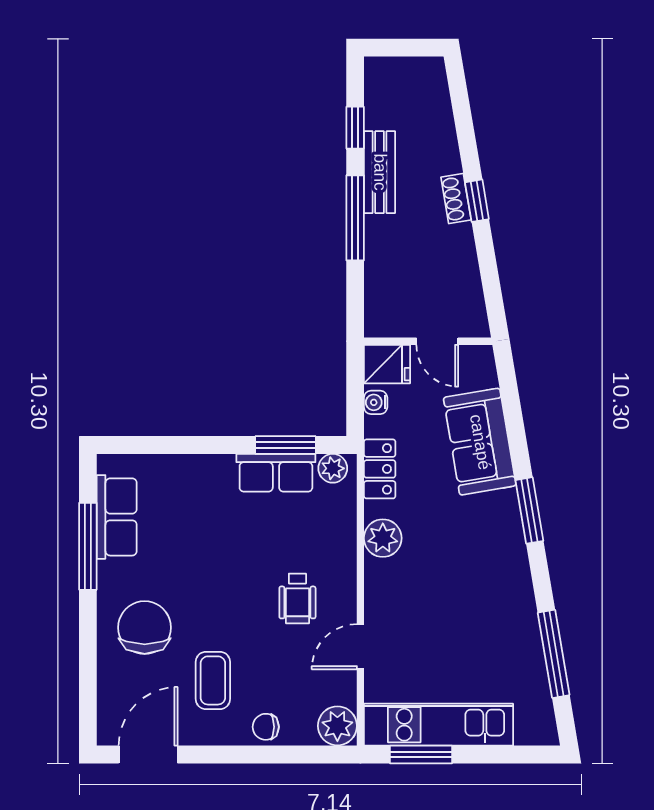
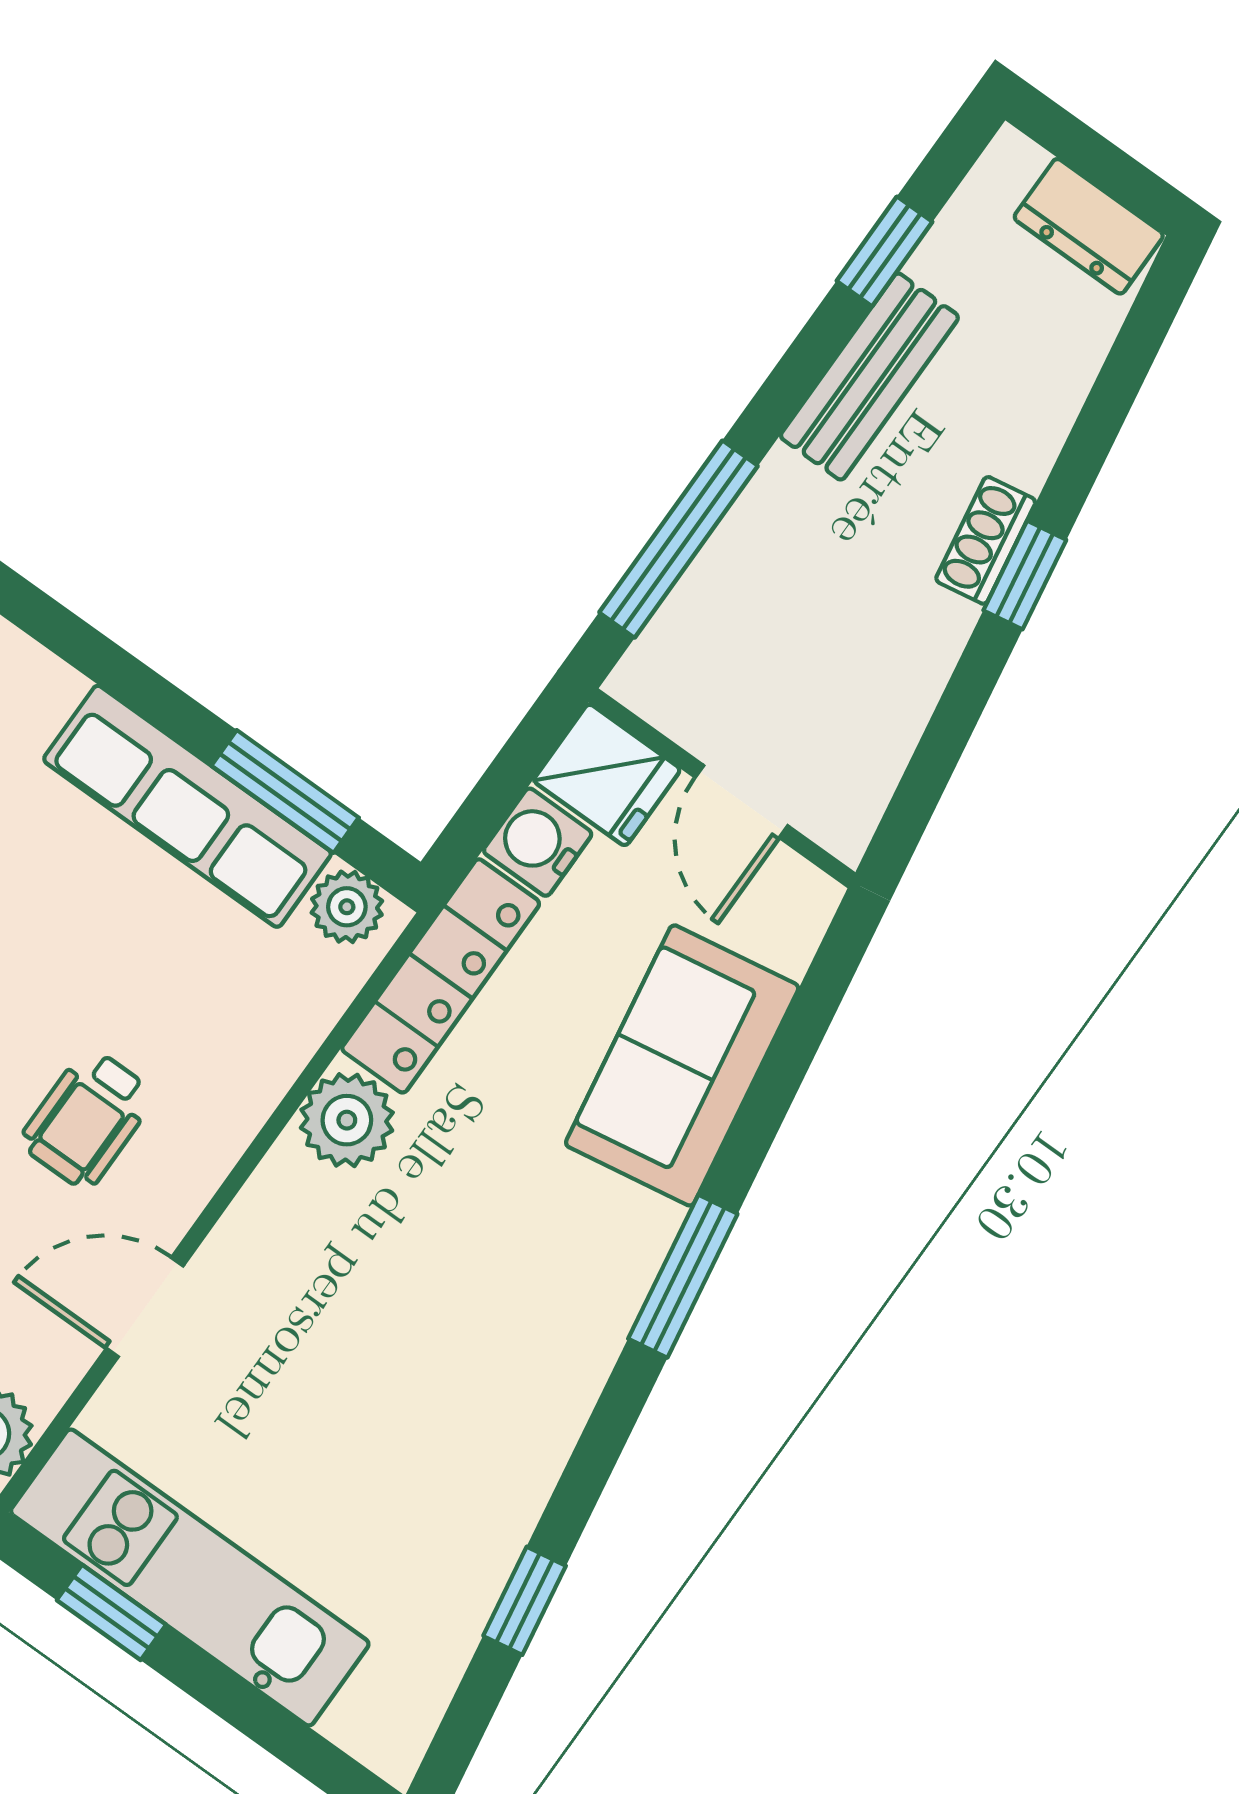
dresser: (416, 72) -> (1089, 226), added
window: (355, 218) -> (678, 539), moved
water cooler: (376, 402) -> (538, 842), width x1.38, depth x1.38
locker: (380, 469) -> (441, 976), width x1.53
row of seats: (276, 473) -> (187, 806), width x1.48
window: (554, 654) -> (525, 1601), width x0.46
window: (421, 755) -> (111, 1612), width x0.67

